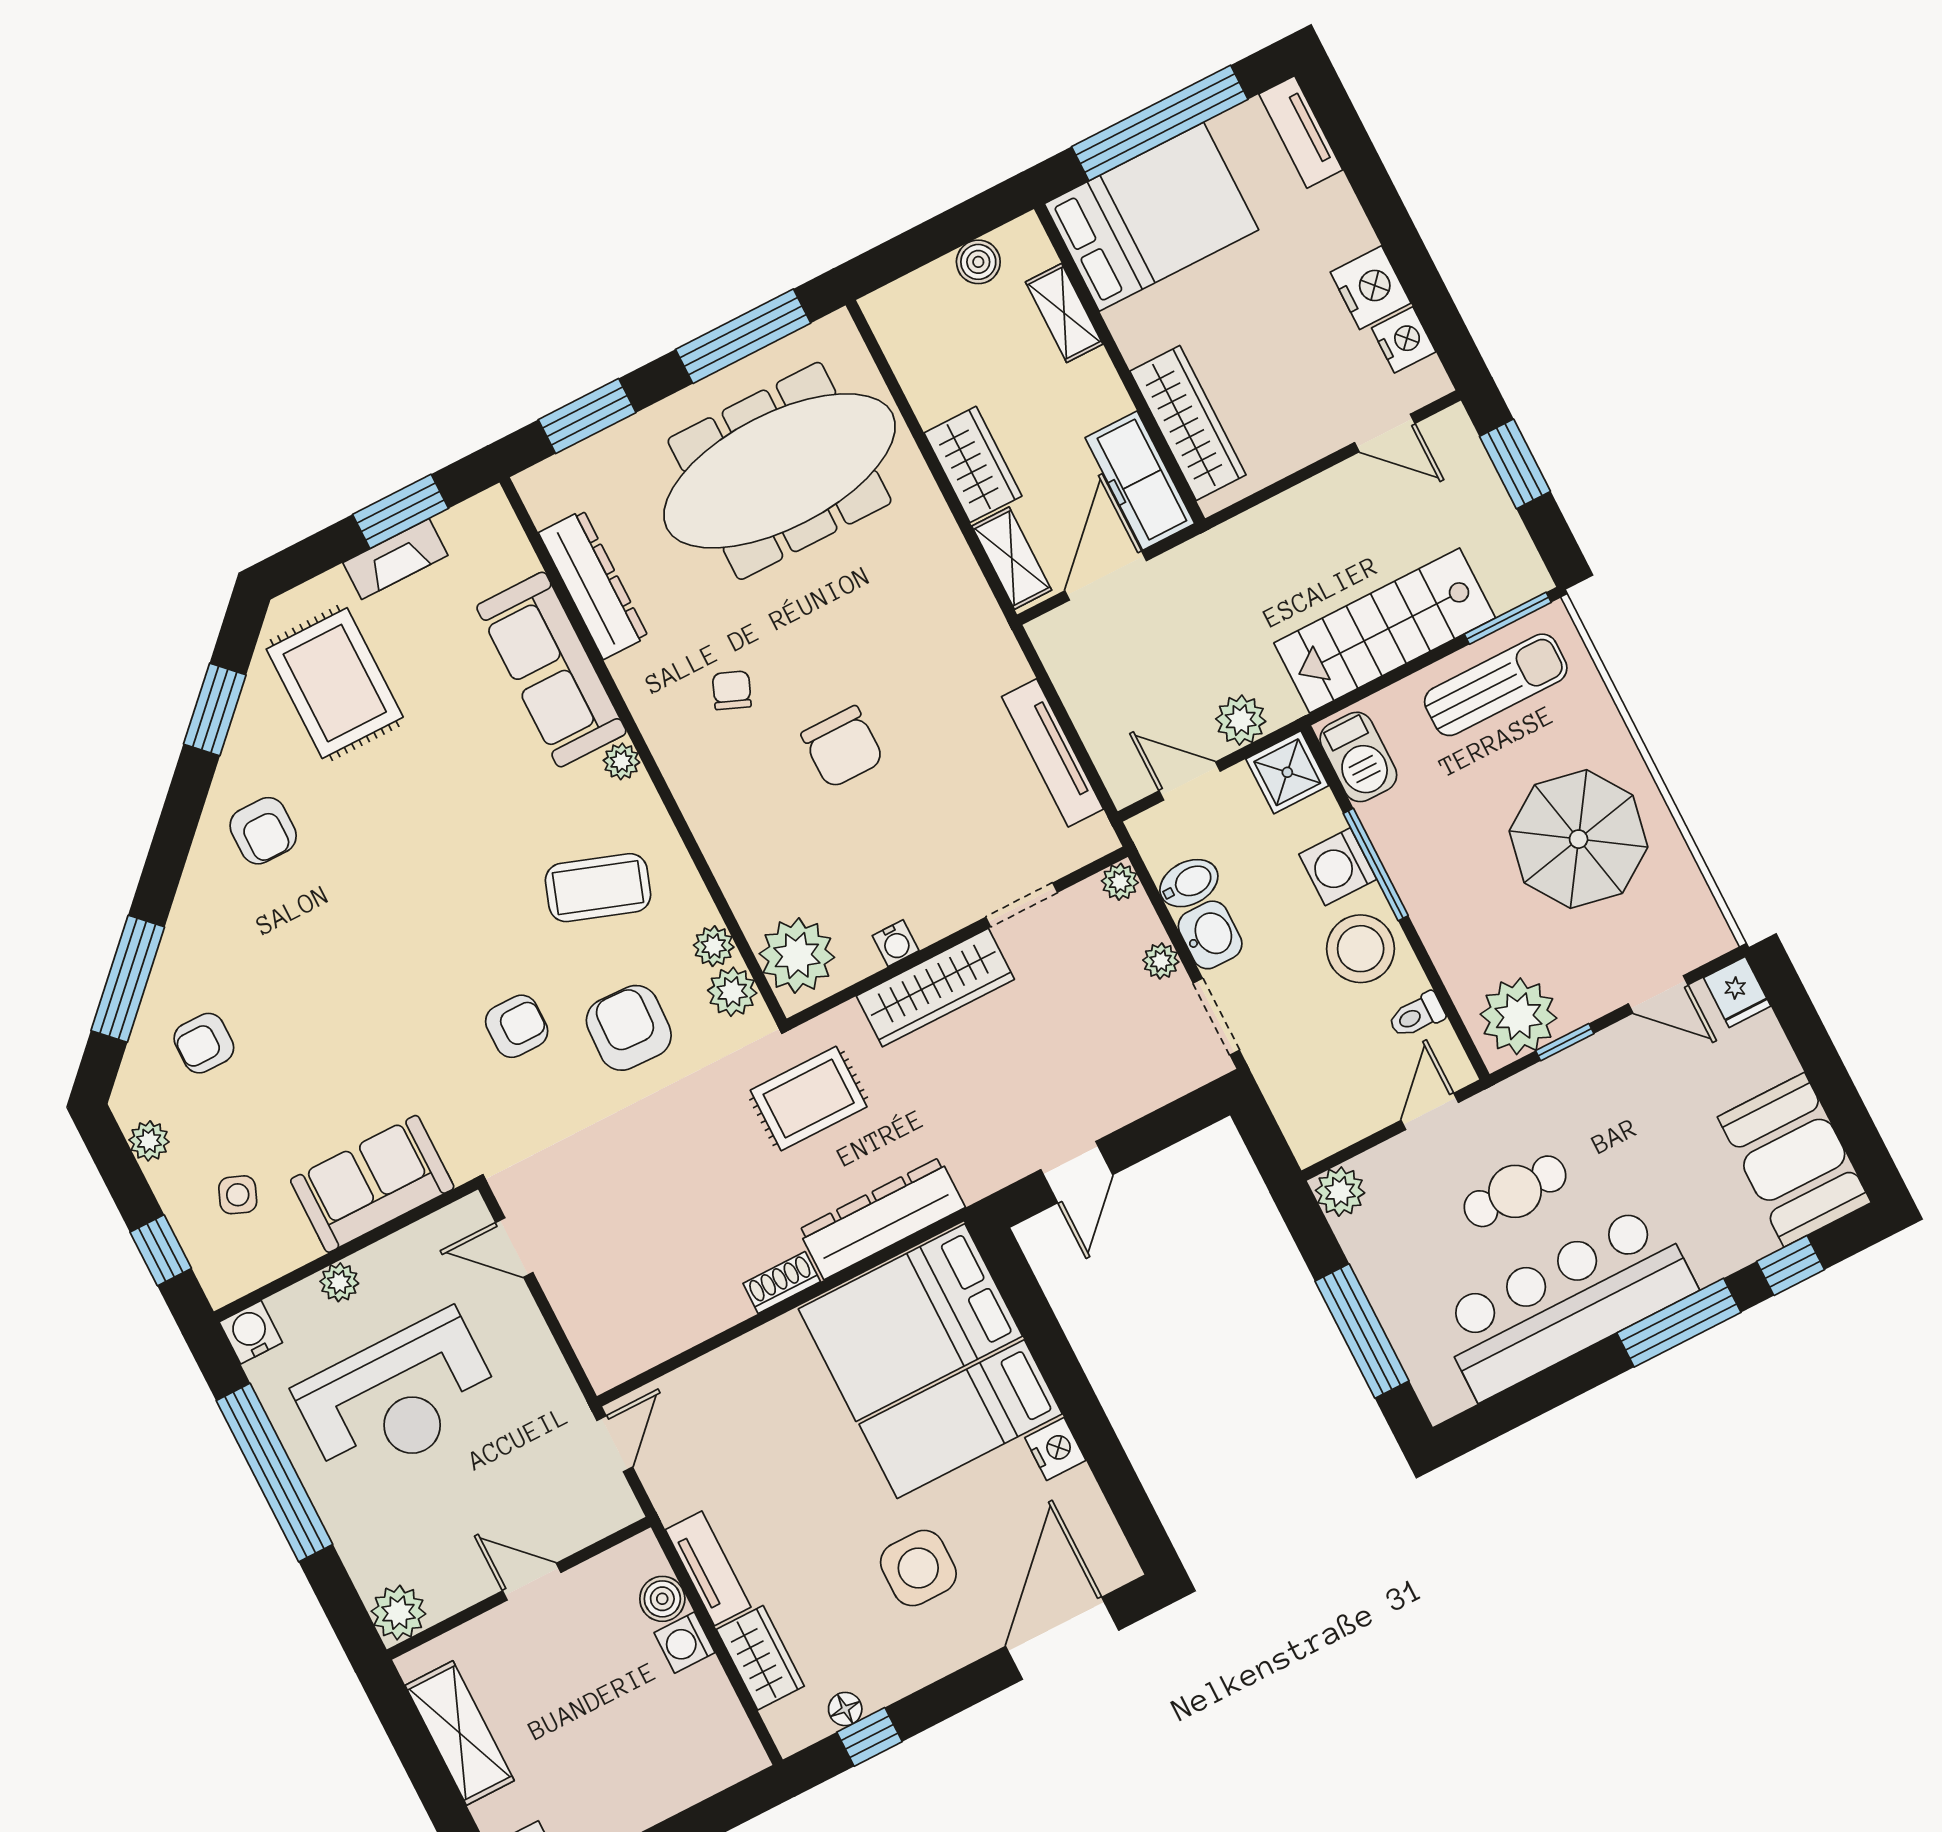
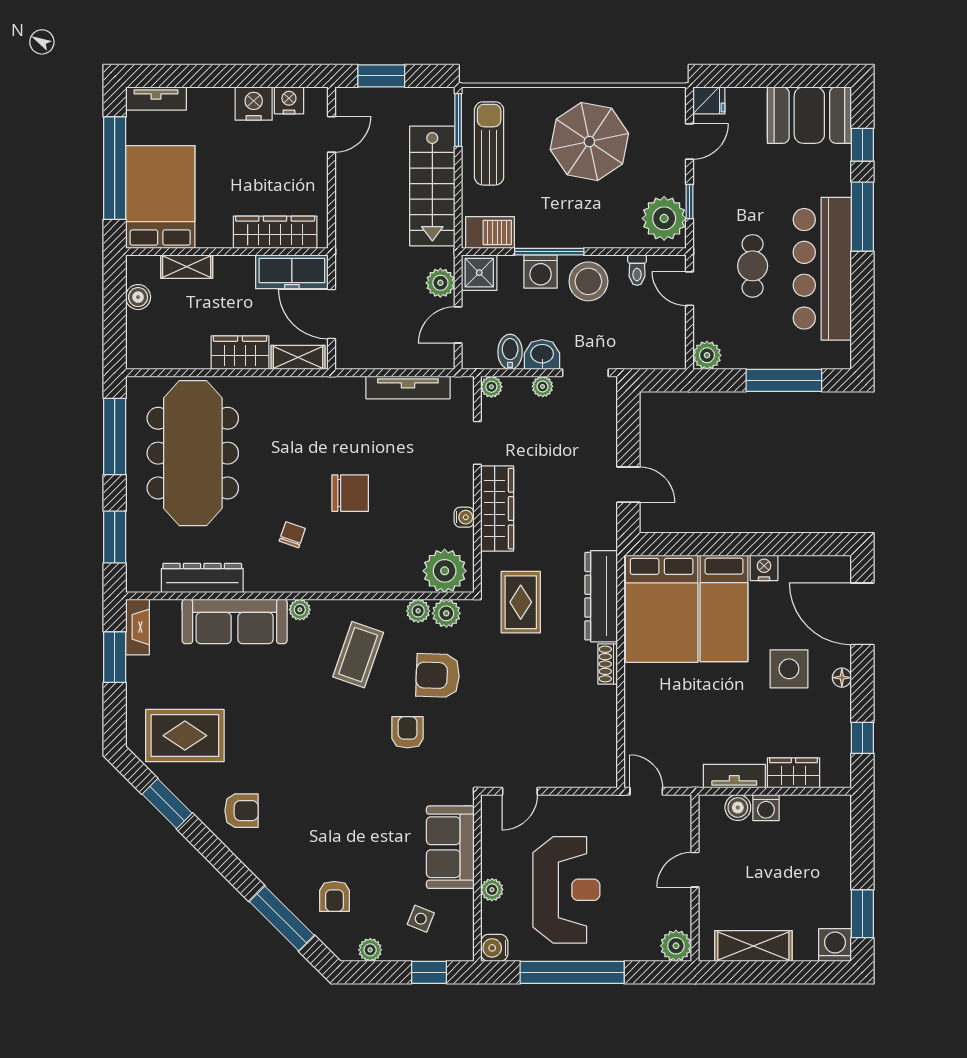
fireplace: (395, 559) -> (137, 627), moved
chair: (732, 690) -> (292, 535), turned 87
floor lamp: (845, 1709) -> (842, 678), moved

